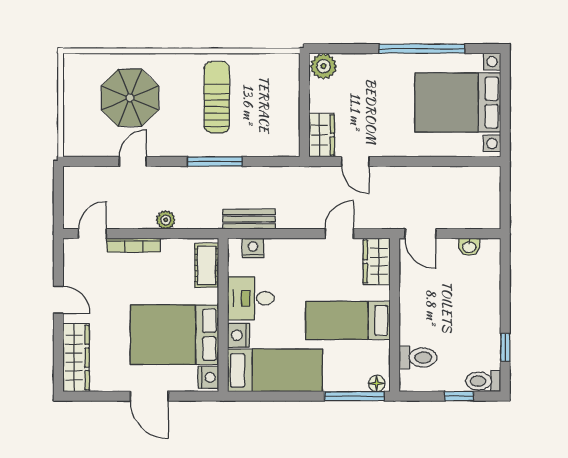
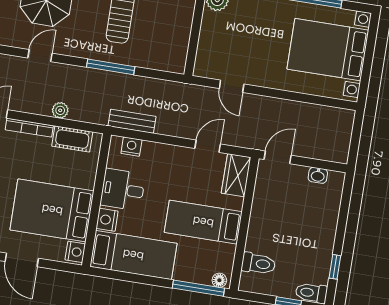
wardrobe: (322, 135) -> (206, 59), removed
door: (420, 234) -> (278, 157), swing flipped
cot: (207, 265) -> (72, 139), moved, turned 90

